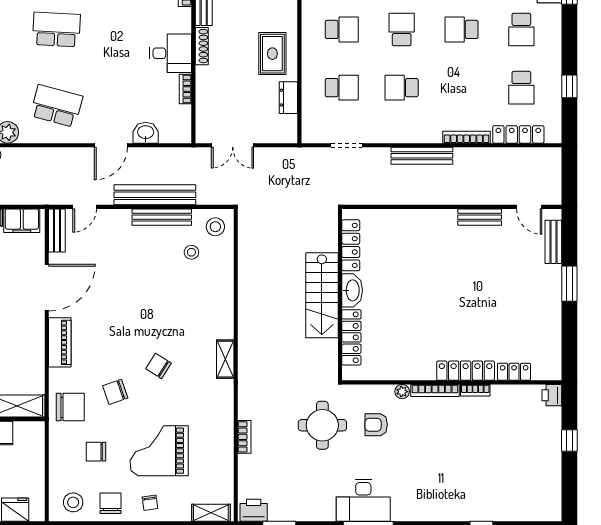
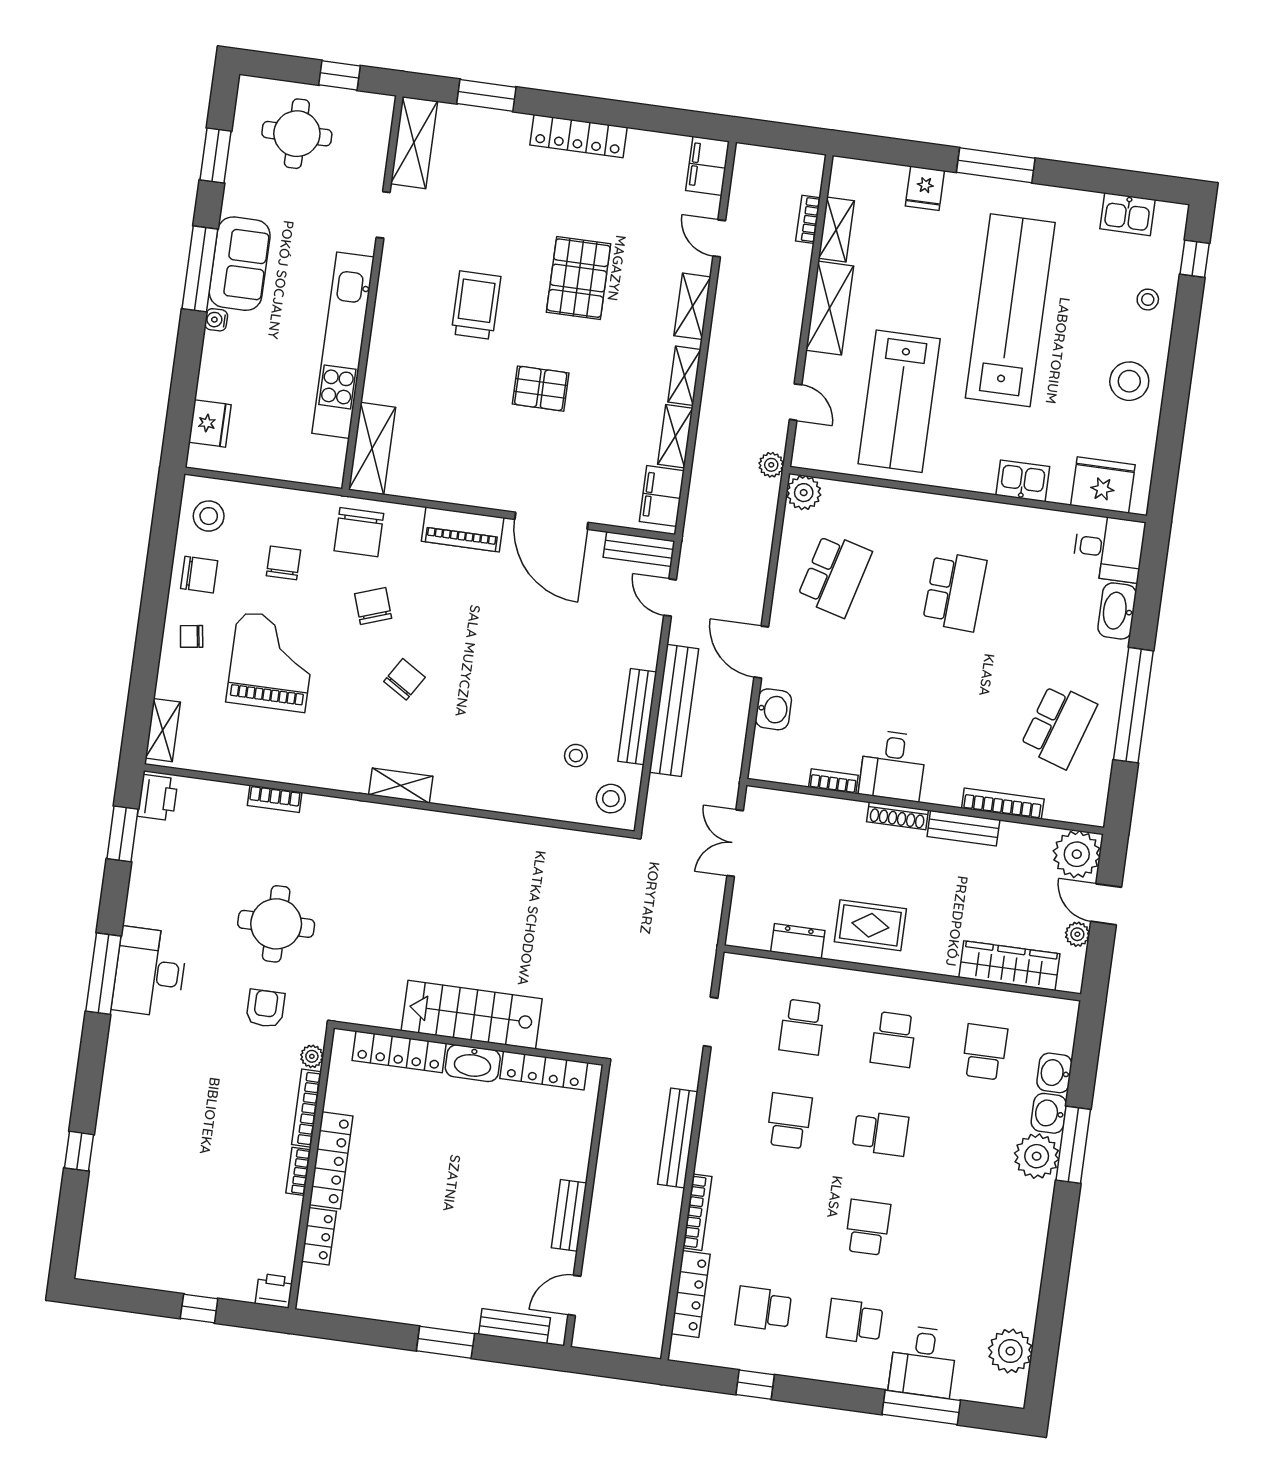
locker: (351, 245) -> (544, 1071), moved
washbasin: (352, 290) -> (473, 1063), moved
stairs: (322, 295) -> (472, 1015), moved
wall: (340, 295) -> (469, 1043), moved
locker: (351, 337) -> (399, 1052), moved

